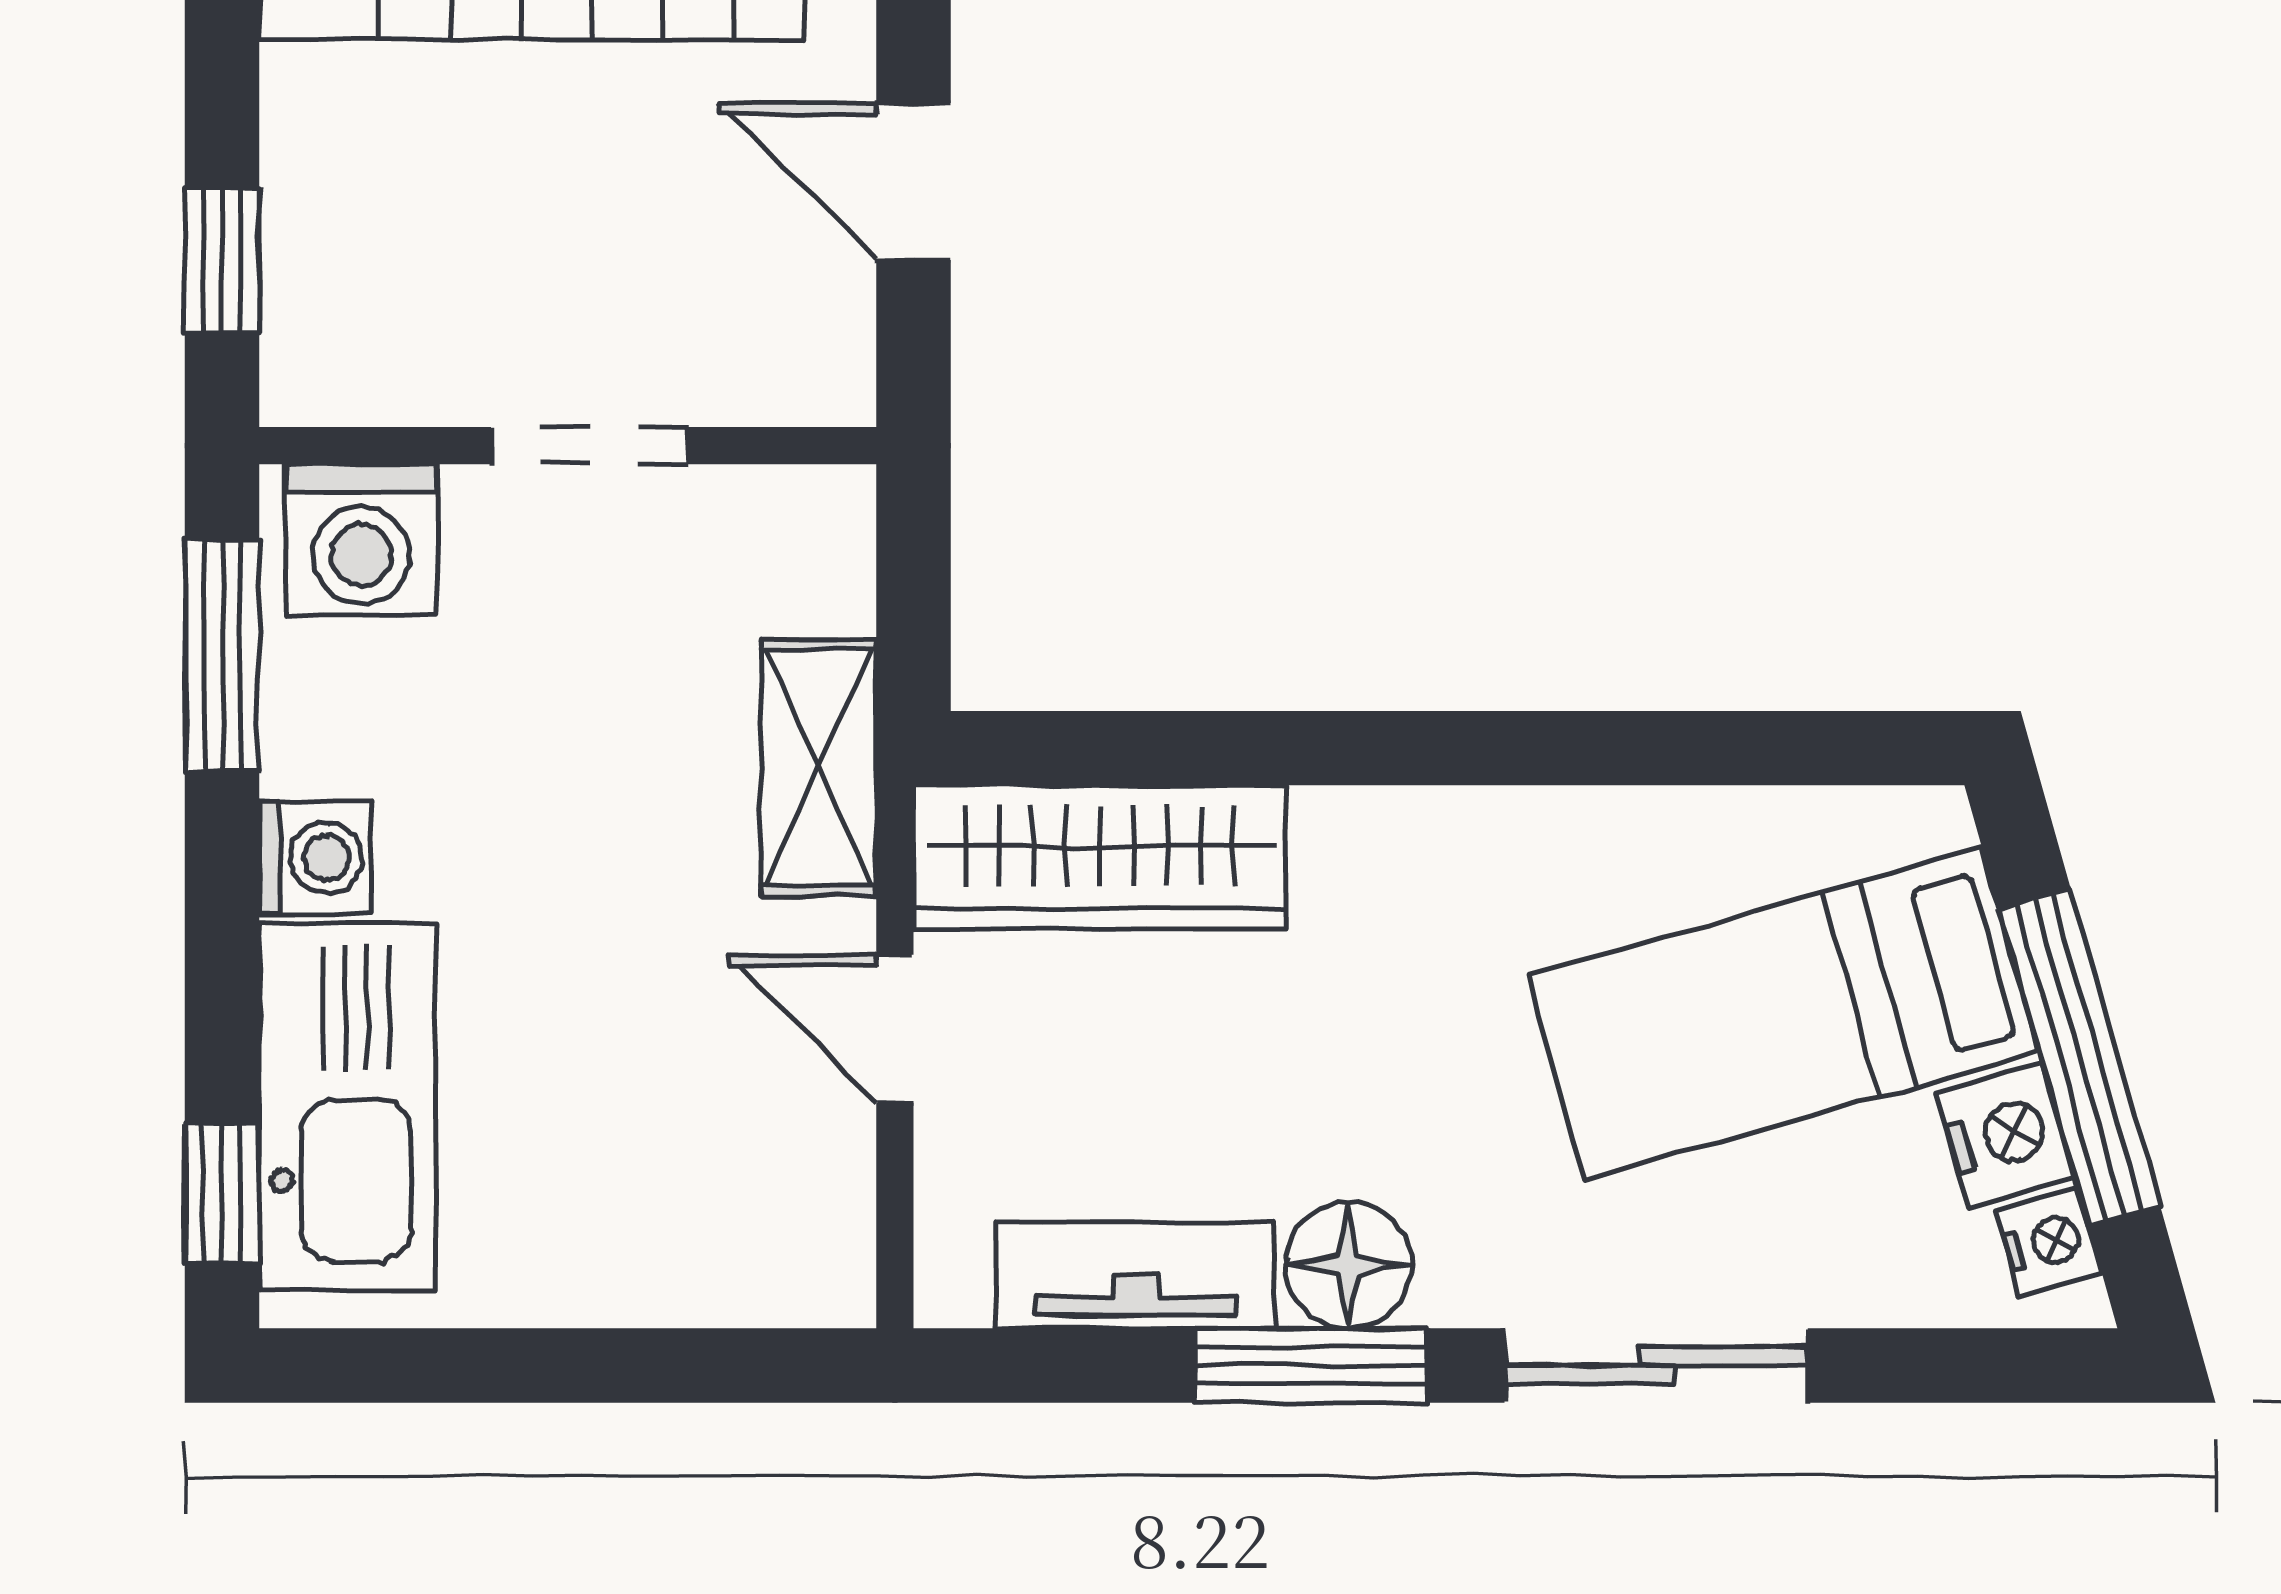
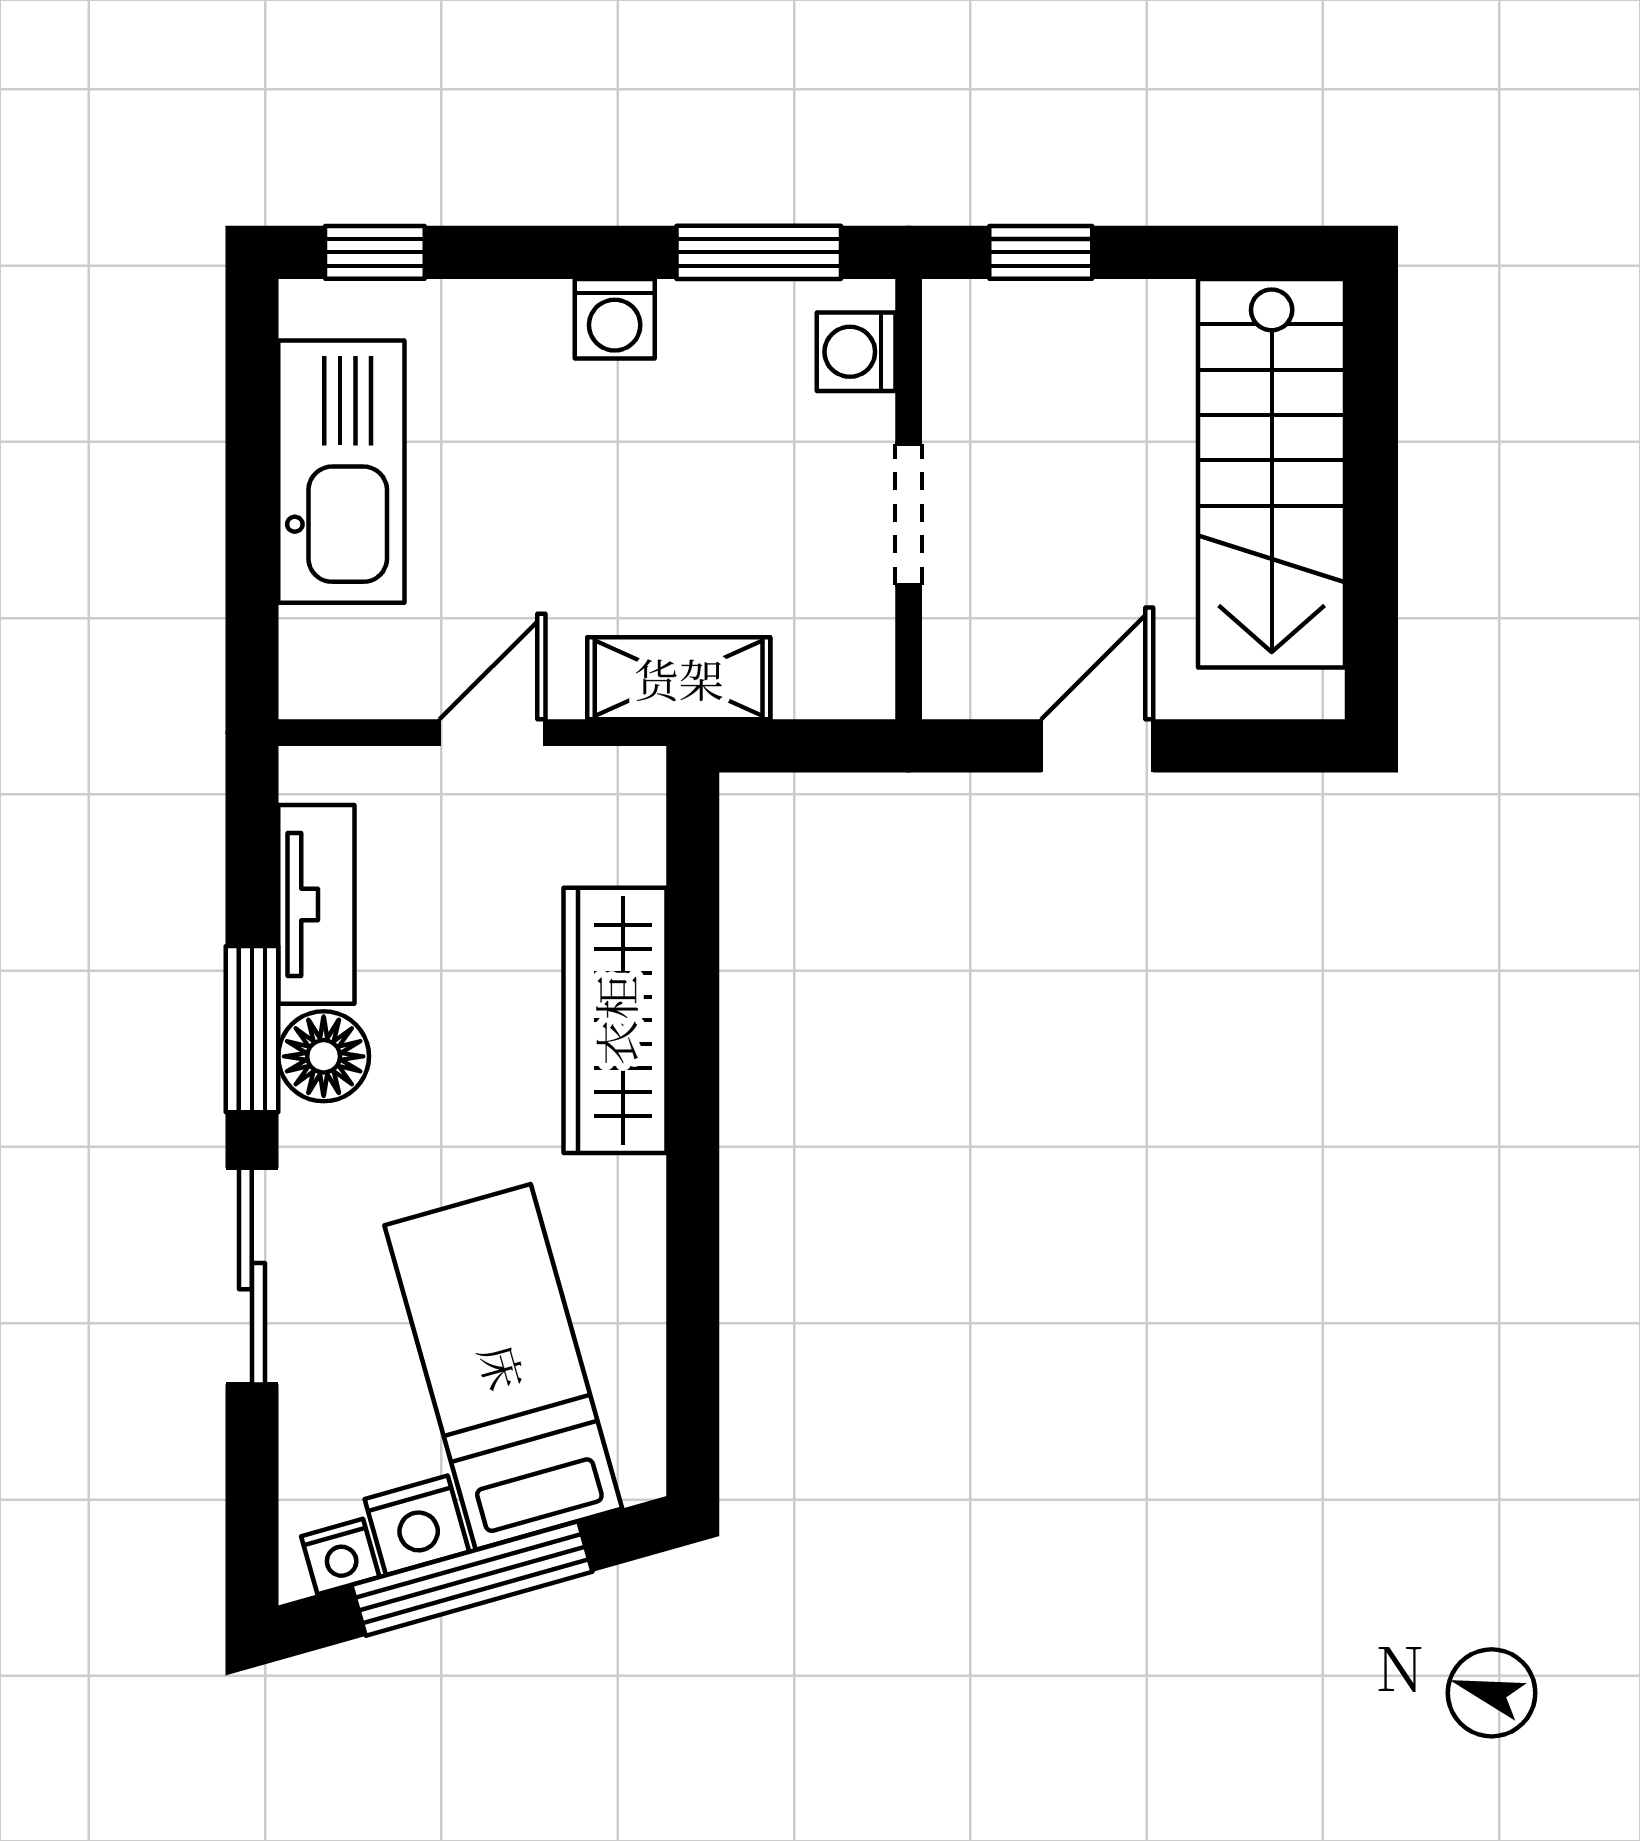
washing machine: (361, 540) -> (856, 352), width x0.73, depth x0.73
wardrobe: (1100, 857) -> (615, 1020), moved
kitchen sink: (347, 1107) -> (341, 472), moved, turned -90

